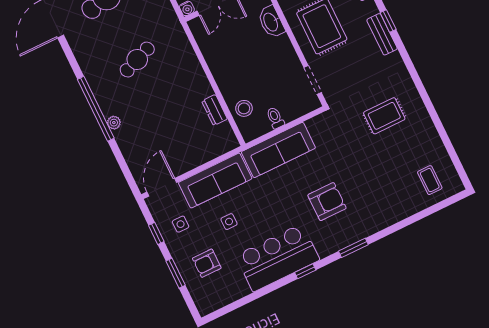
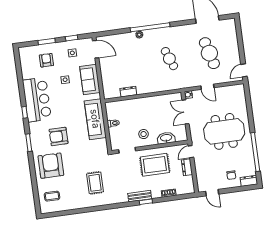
stool: (244, 108) -> (144, 134), moved
sofa: (215, 181) -> (90, 79), width x0.73
armchair: (380, 199) -> (51, 166), added
armchair: (327, 202) -> (59, 136), turned 90

